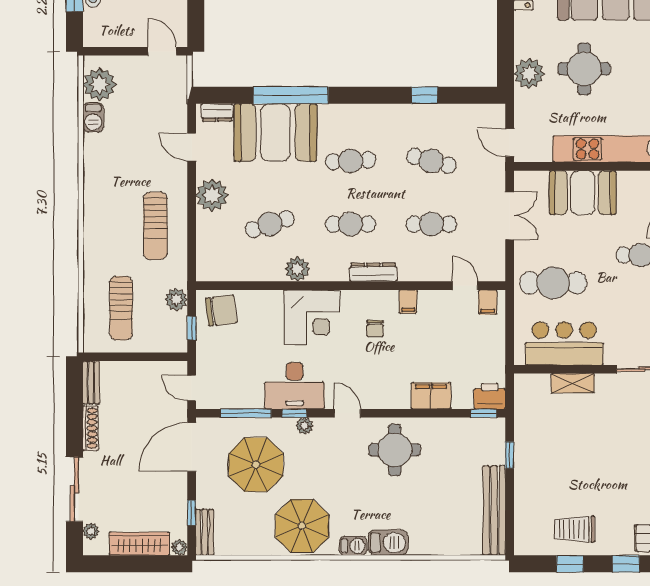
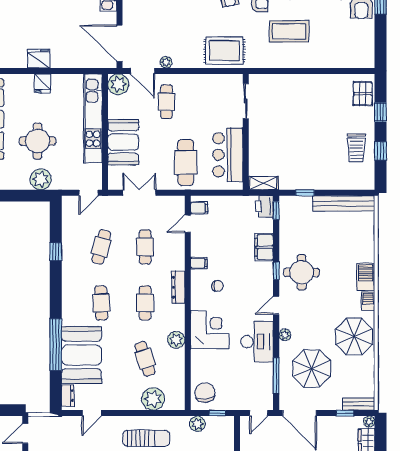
plant: (212, 195) -> (153, 399), moved
shelving: (573, 383) -> (263, 183), moved, turned 90
window: (294, 413) -> (276, 271), moved

